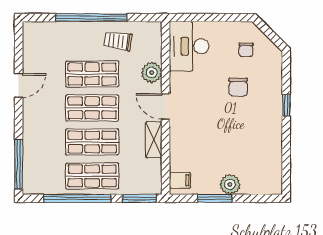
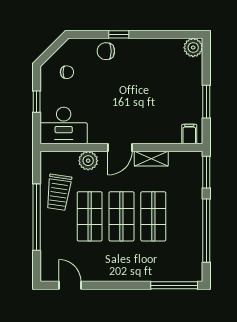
window: (215, 18) -> (37, 102), added
trolley: (118, 41) -> (59, 192), width x1.36, depth x1.39
door: (19, 85) -> (70, 285), moved
chair: (238, 87) -> (106, 51), moved, turned 180
shop shelf: (92, 176) -> (185, 216), removed
plant: (230, 184) -> (193, 48), moved

